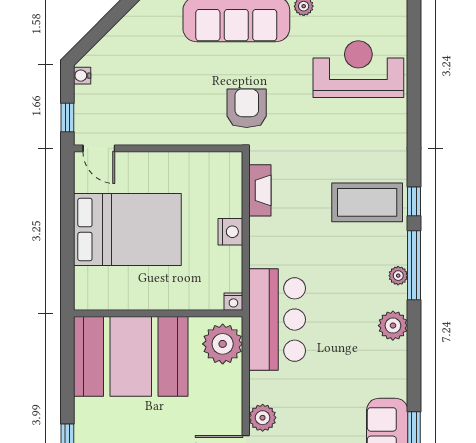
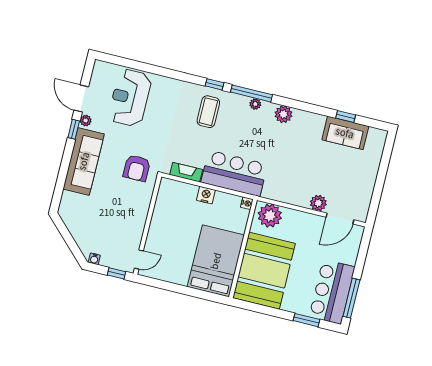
armchair: (247, 108) -> (137, 168), turned -90
coffee table: (367, 202) -> (208, 112), width x0.73, depth x0.76
bed: (127, 230) -> (216, 261), moved
bar counter: (277, 320) -> (234, 173), moved

